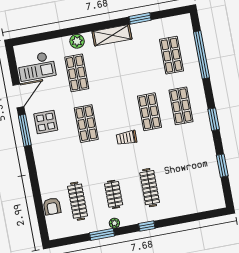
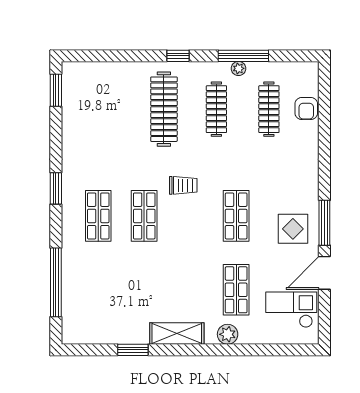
shop shelf: (172, 55) -> (98, 290), removed
window: (222, 166) -> (56, 90), moved
clothes rail: (150, 188) -> (164, 109), width x1.37, depth x1.31
clothes rail: (114, 194) -> (216, 109), width x1.36
armchair: (52, 206) -> (306, 108), turned 180
plant: (114, 223) -> (238, 68), moved
window: (102, 234) -> (243, 56), width x1.44

